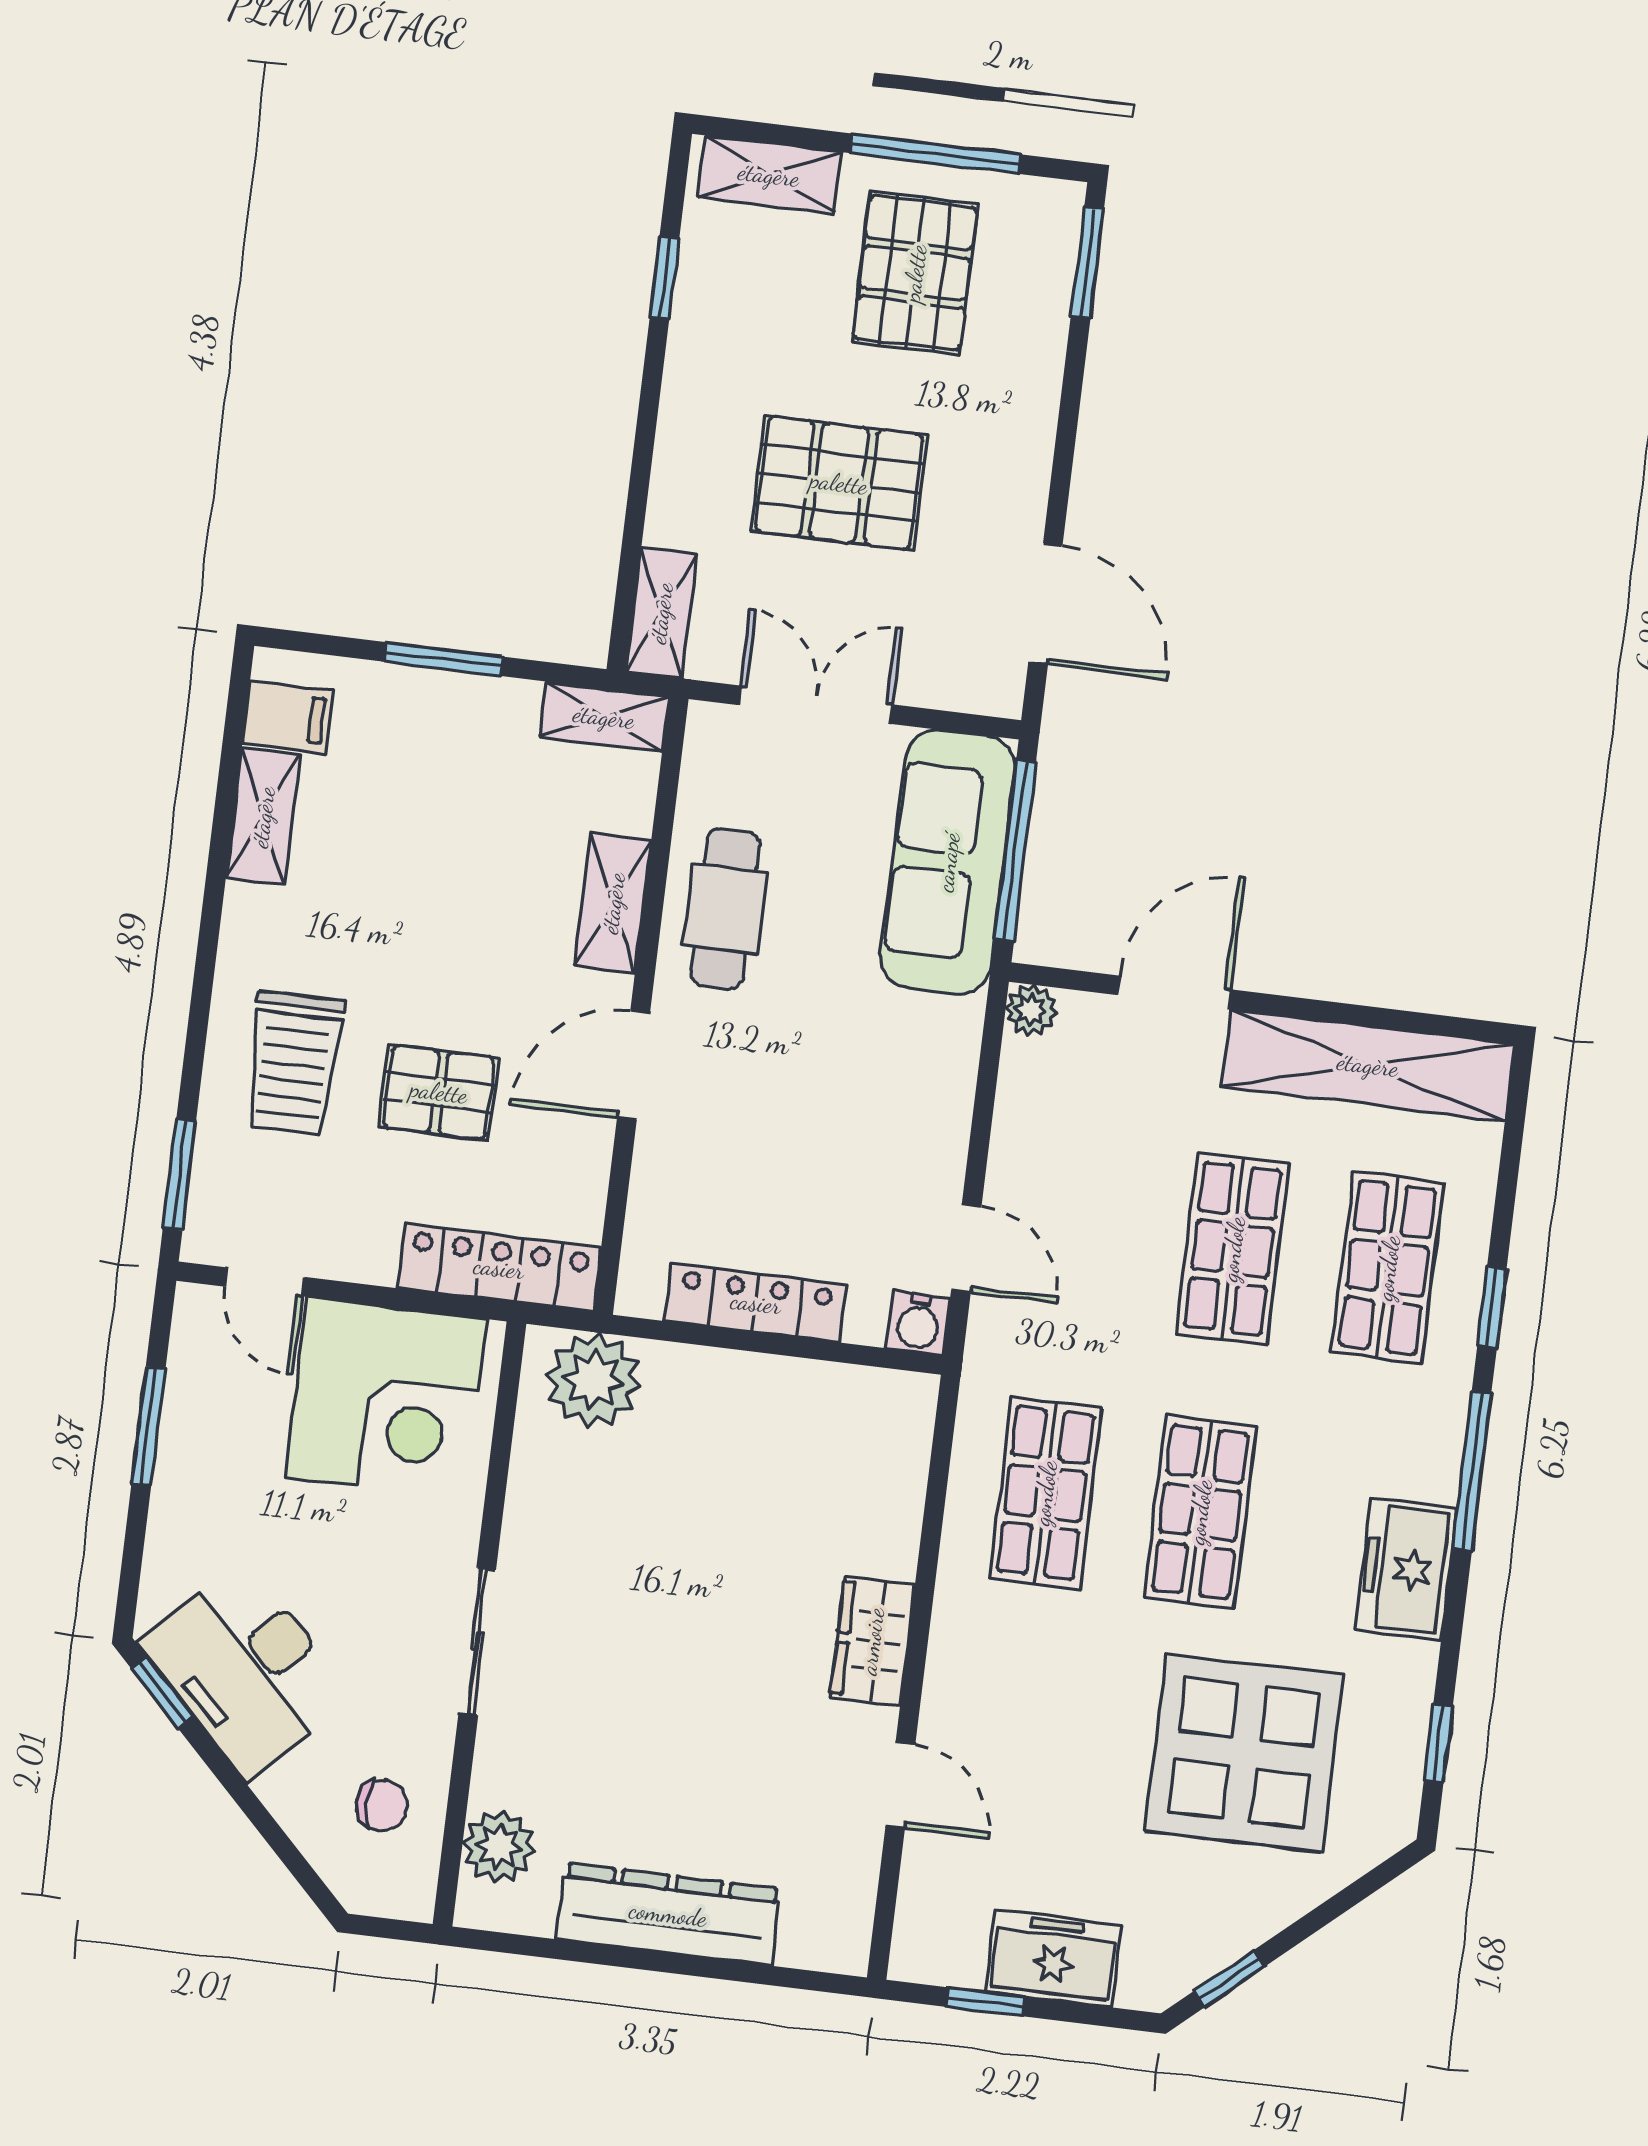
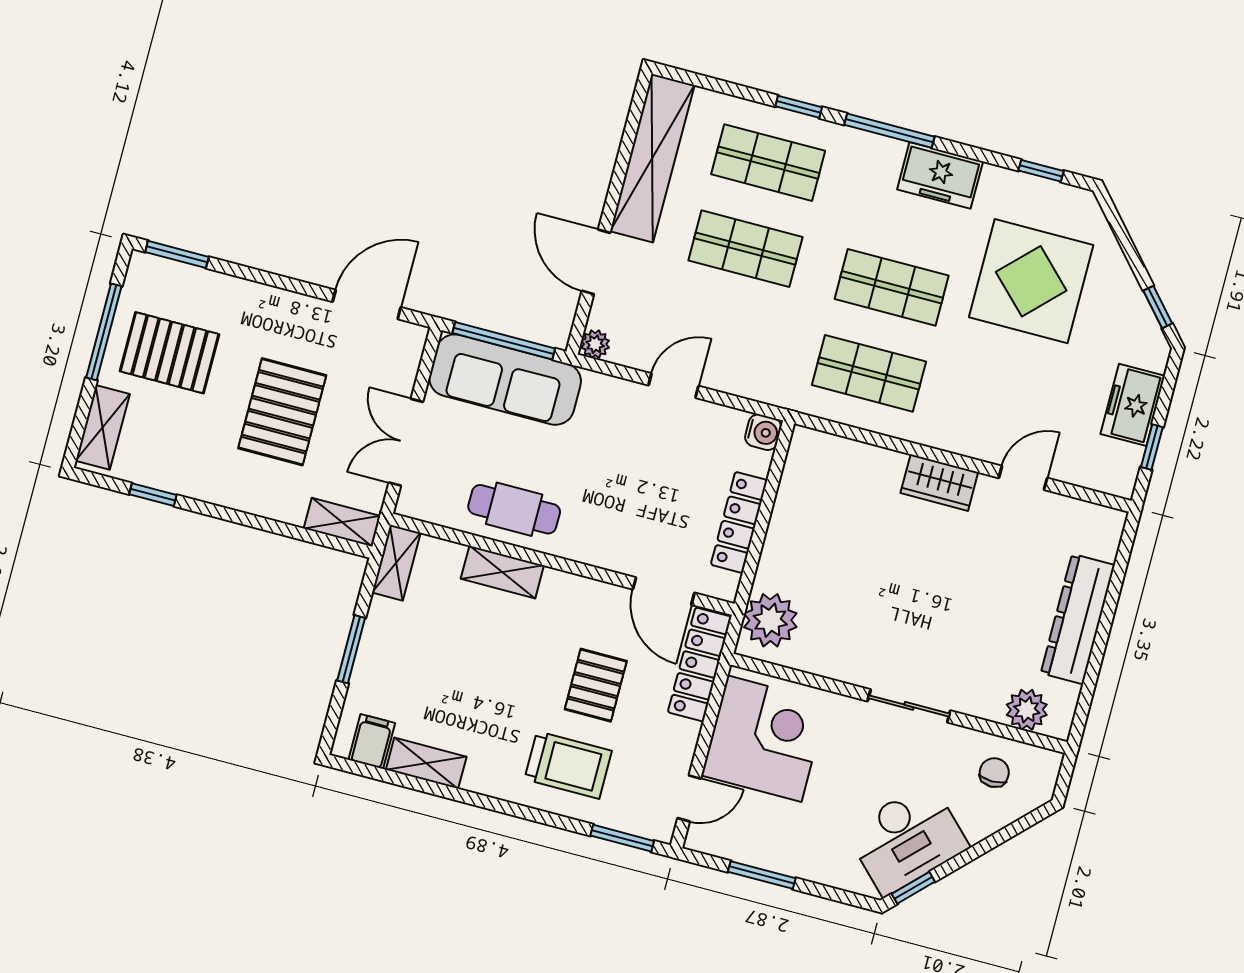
door: (634, 1065) -> (664, 591), moved
door: (966, 1249) -> (673, 386), moved

